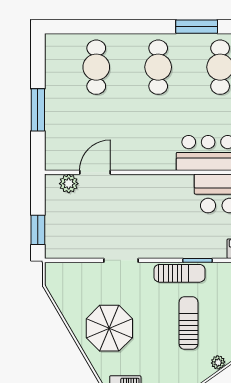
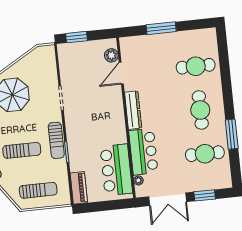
cafe table: (158, 67) -> (200, 110), turned 90
dresser: (149, 161) -> (133, 110), added
door: (95, 172) -> (121, 73), swing flipped

